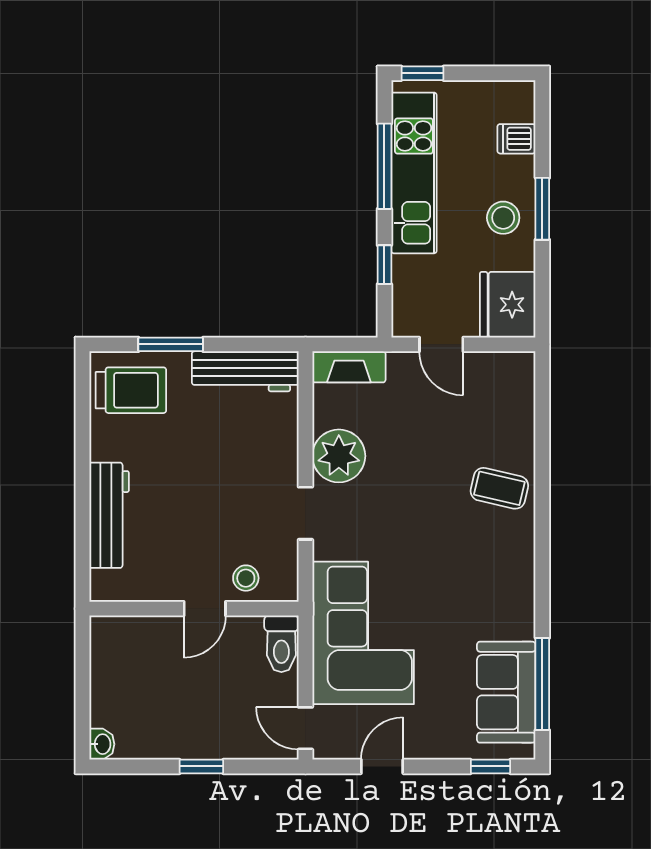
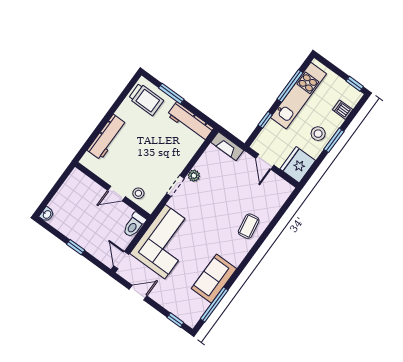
window: (422, 73) -> (355, 84), moved
plant: (339, 456) -> (194, 176), width x0.53, depth x0.53
coffee table: (499, 488) -> (249, 226), turned 67
sofa: (506, 692) -> (214, 279), moved

